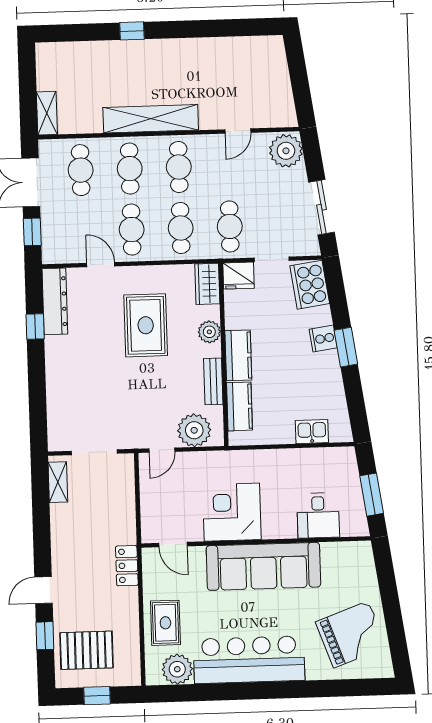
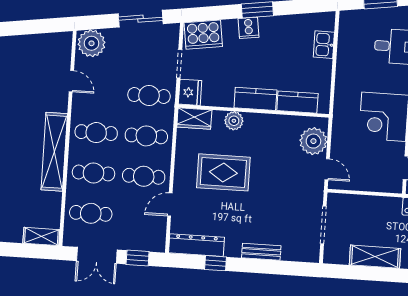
bench: (213, 381) -> (261, 252), moved
shelving: (58, 482) -> (375, 257), moved, width x1.50, depth x1.33

